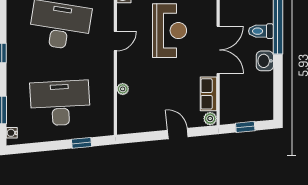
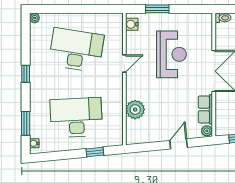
plant: (123, 89) -> (135, 110), width x1.88, depth x1.88
door: (178, 134) -> (179, 144), hinge flipped

